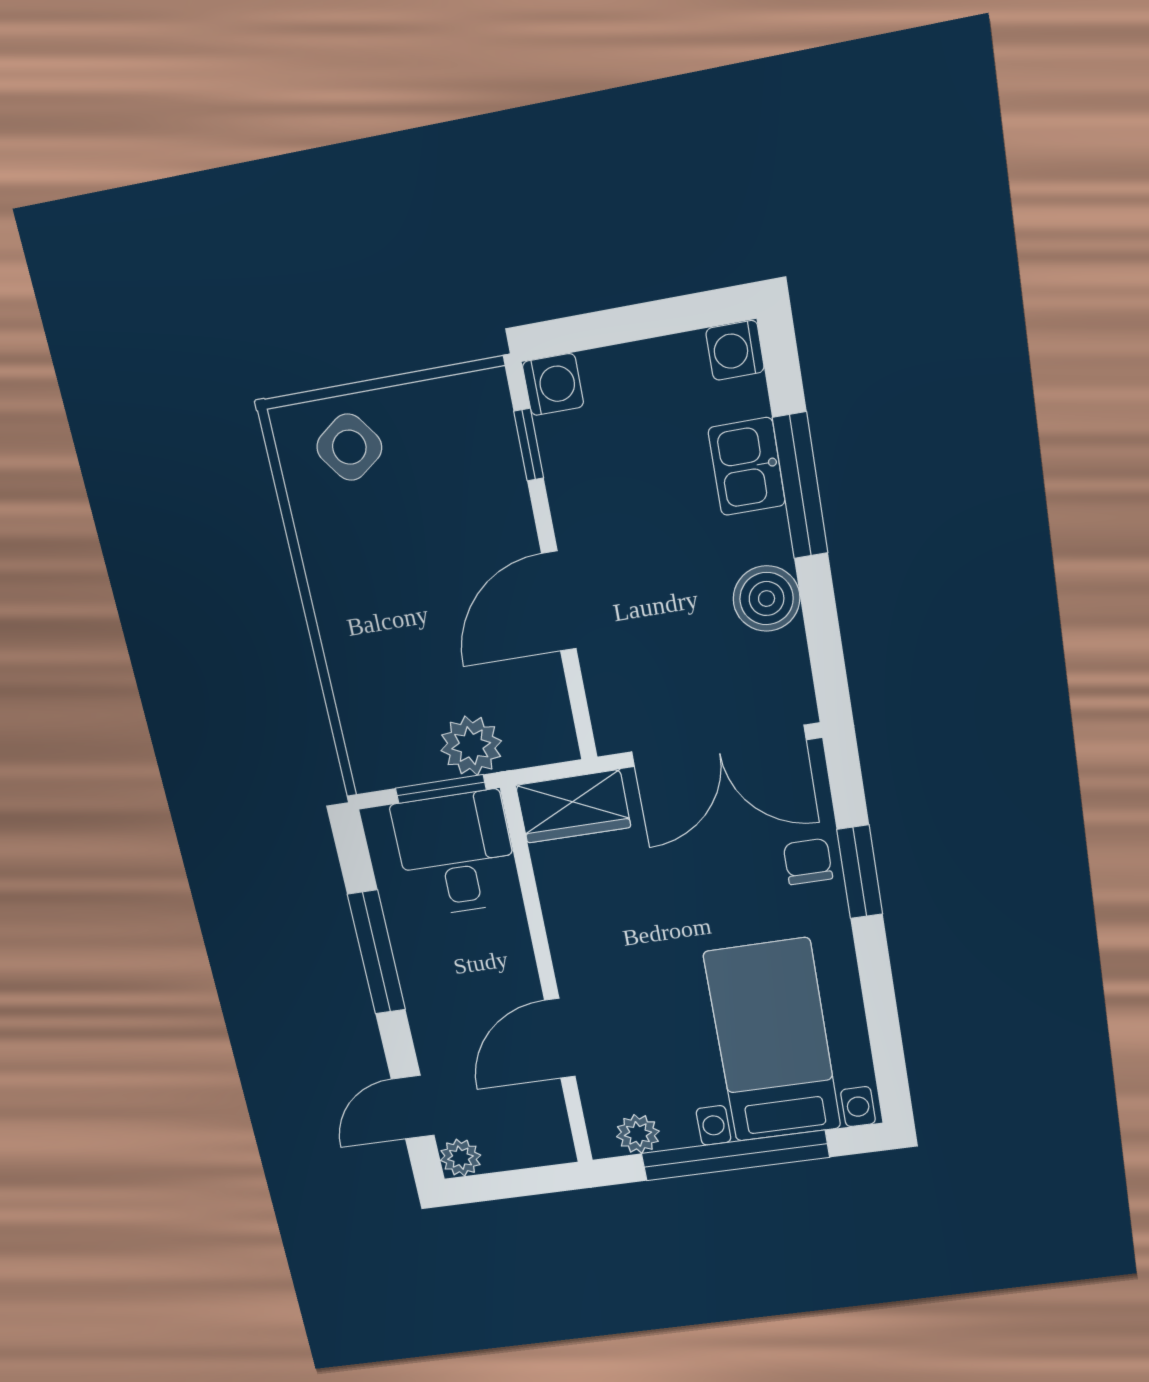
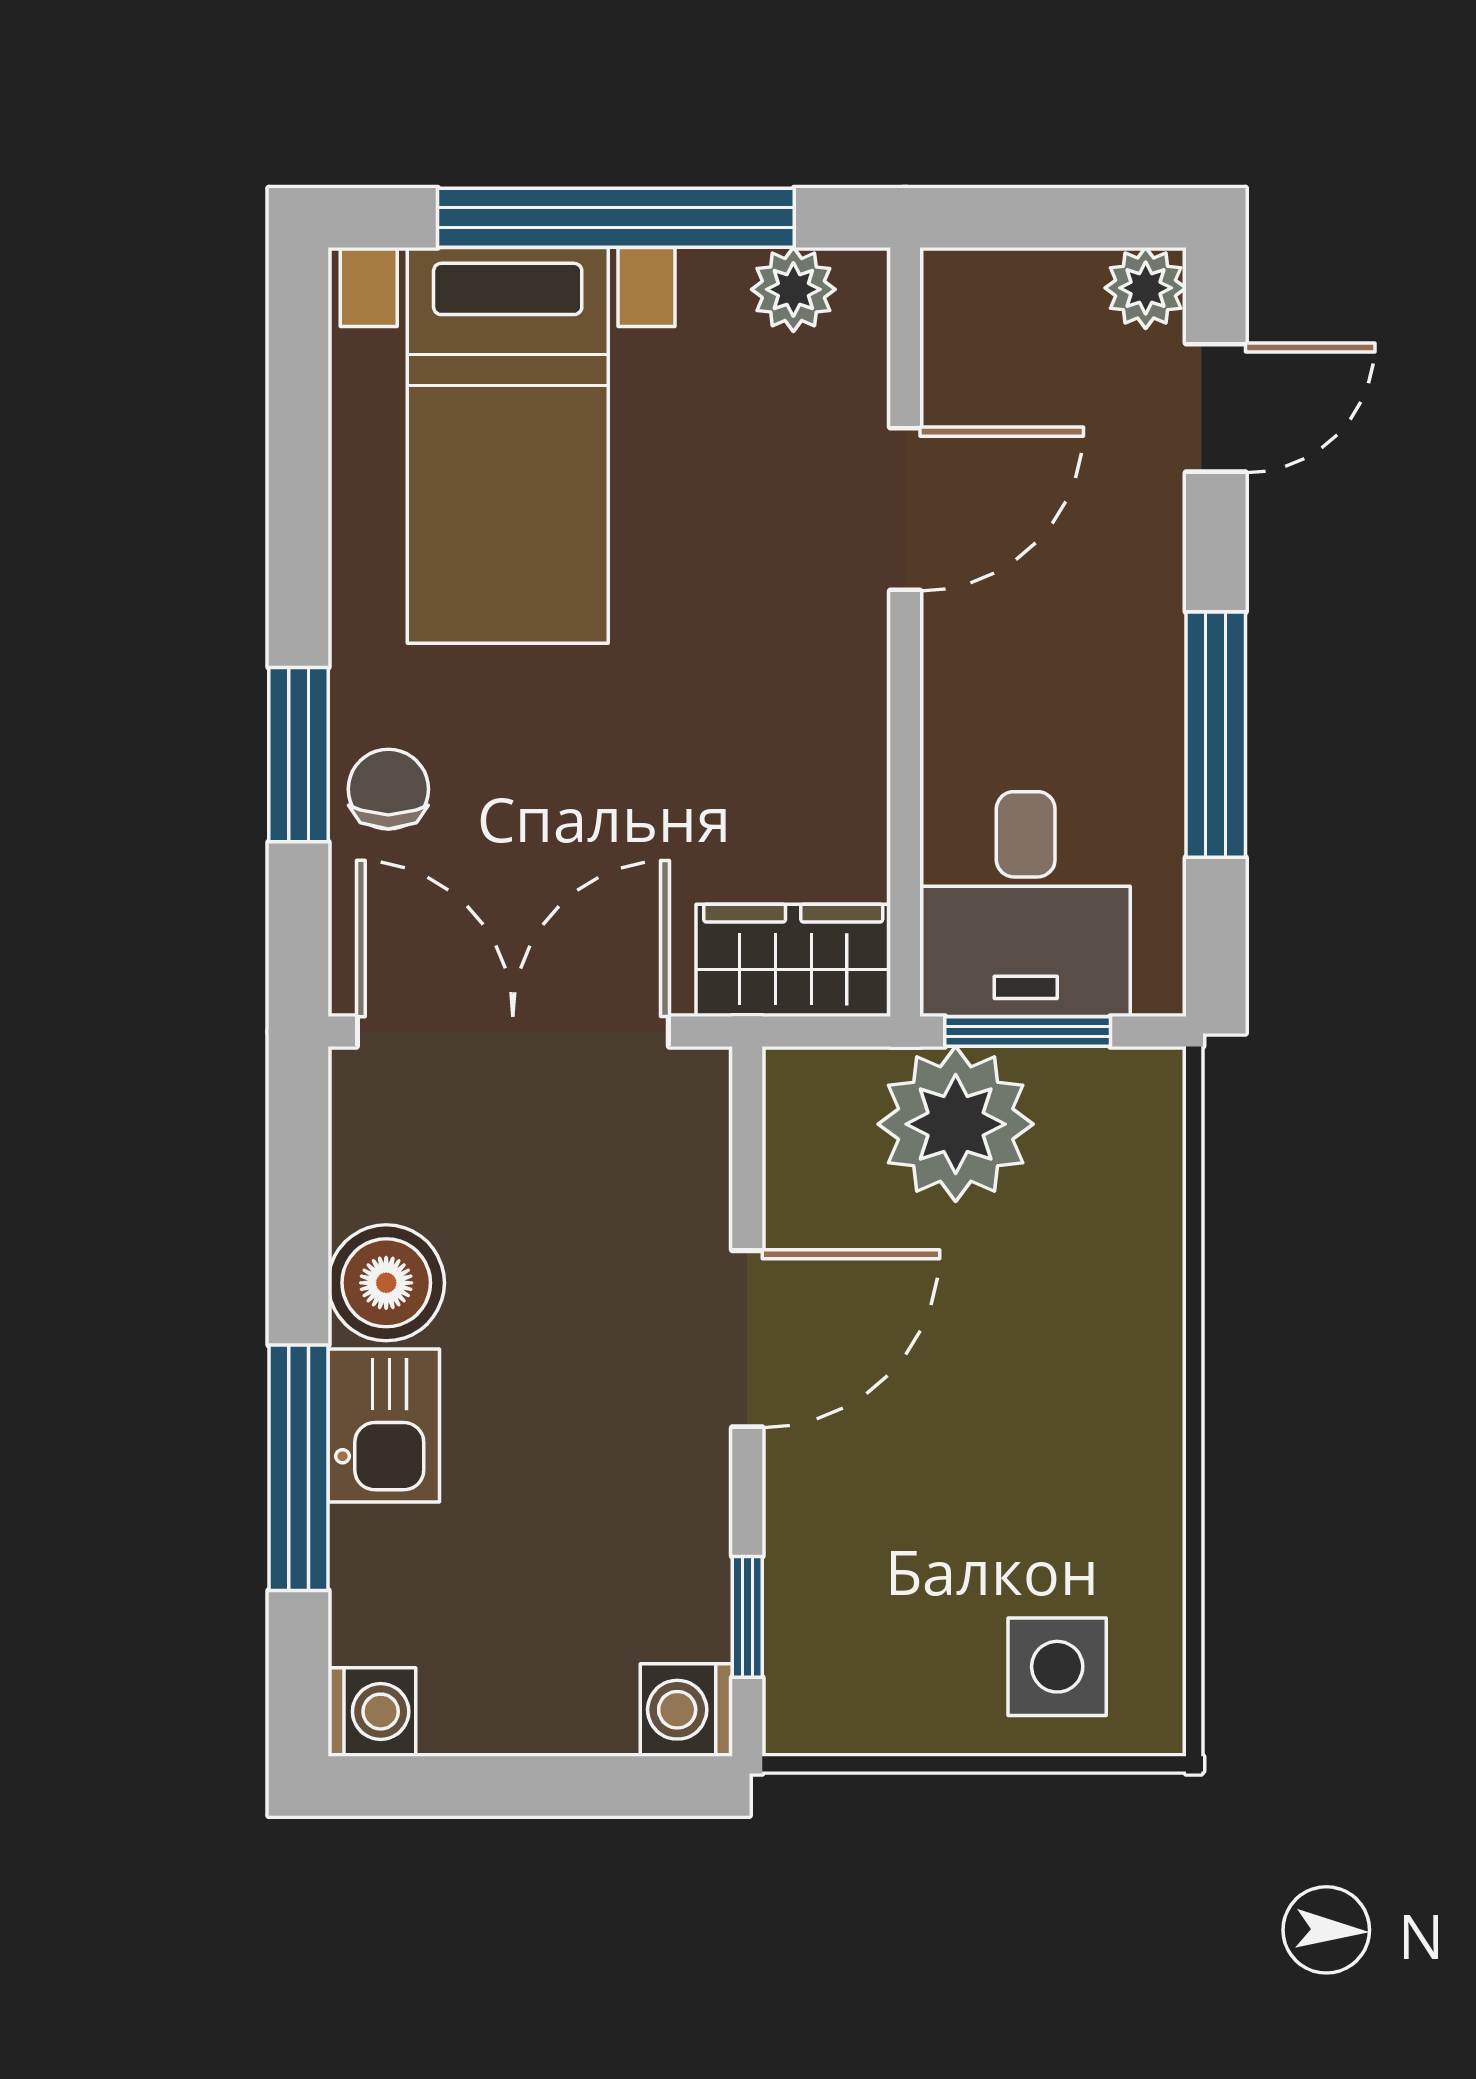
side table: (349, 447) -> (1057, 1667), turned 36
kitchen sink: (747, 467) -> (384, 1426), moved
plant: (471, 746) -> (956, 1124), width x1.36, depth x1.36
chair: (808, 861) -> (388, 789), turned 180

